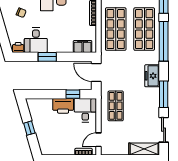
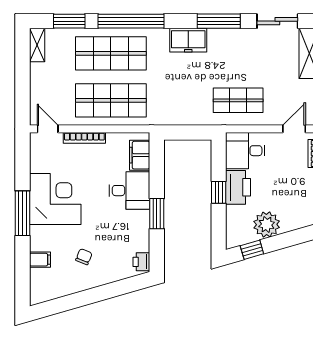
desk: (36, 40) -> (129, 191), moved
door: (96, 72) -> (183, 132), removed
window: (73, 94) -> (219, 192), moved
plant: (41, 123) -> (267, 224), added
window: (29, 128) -> (252, 250), moved
door: (98, 140) -> (294, 129), swing flipped

